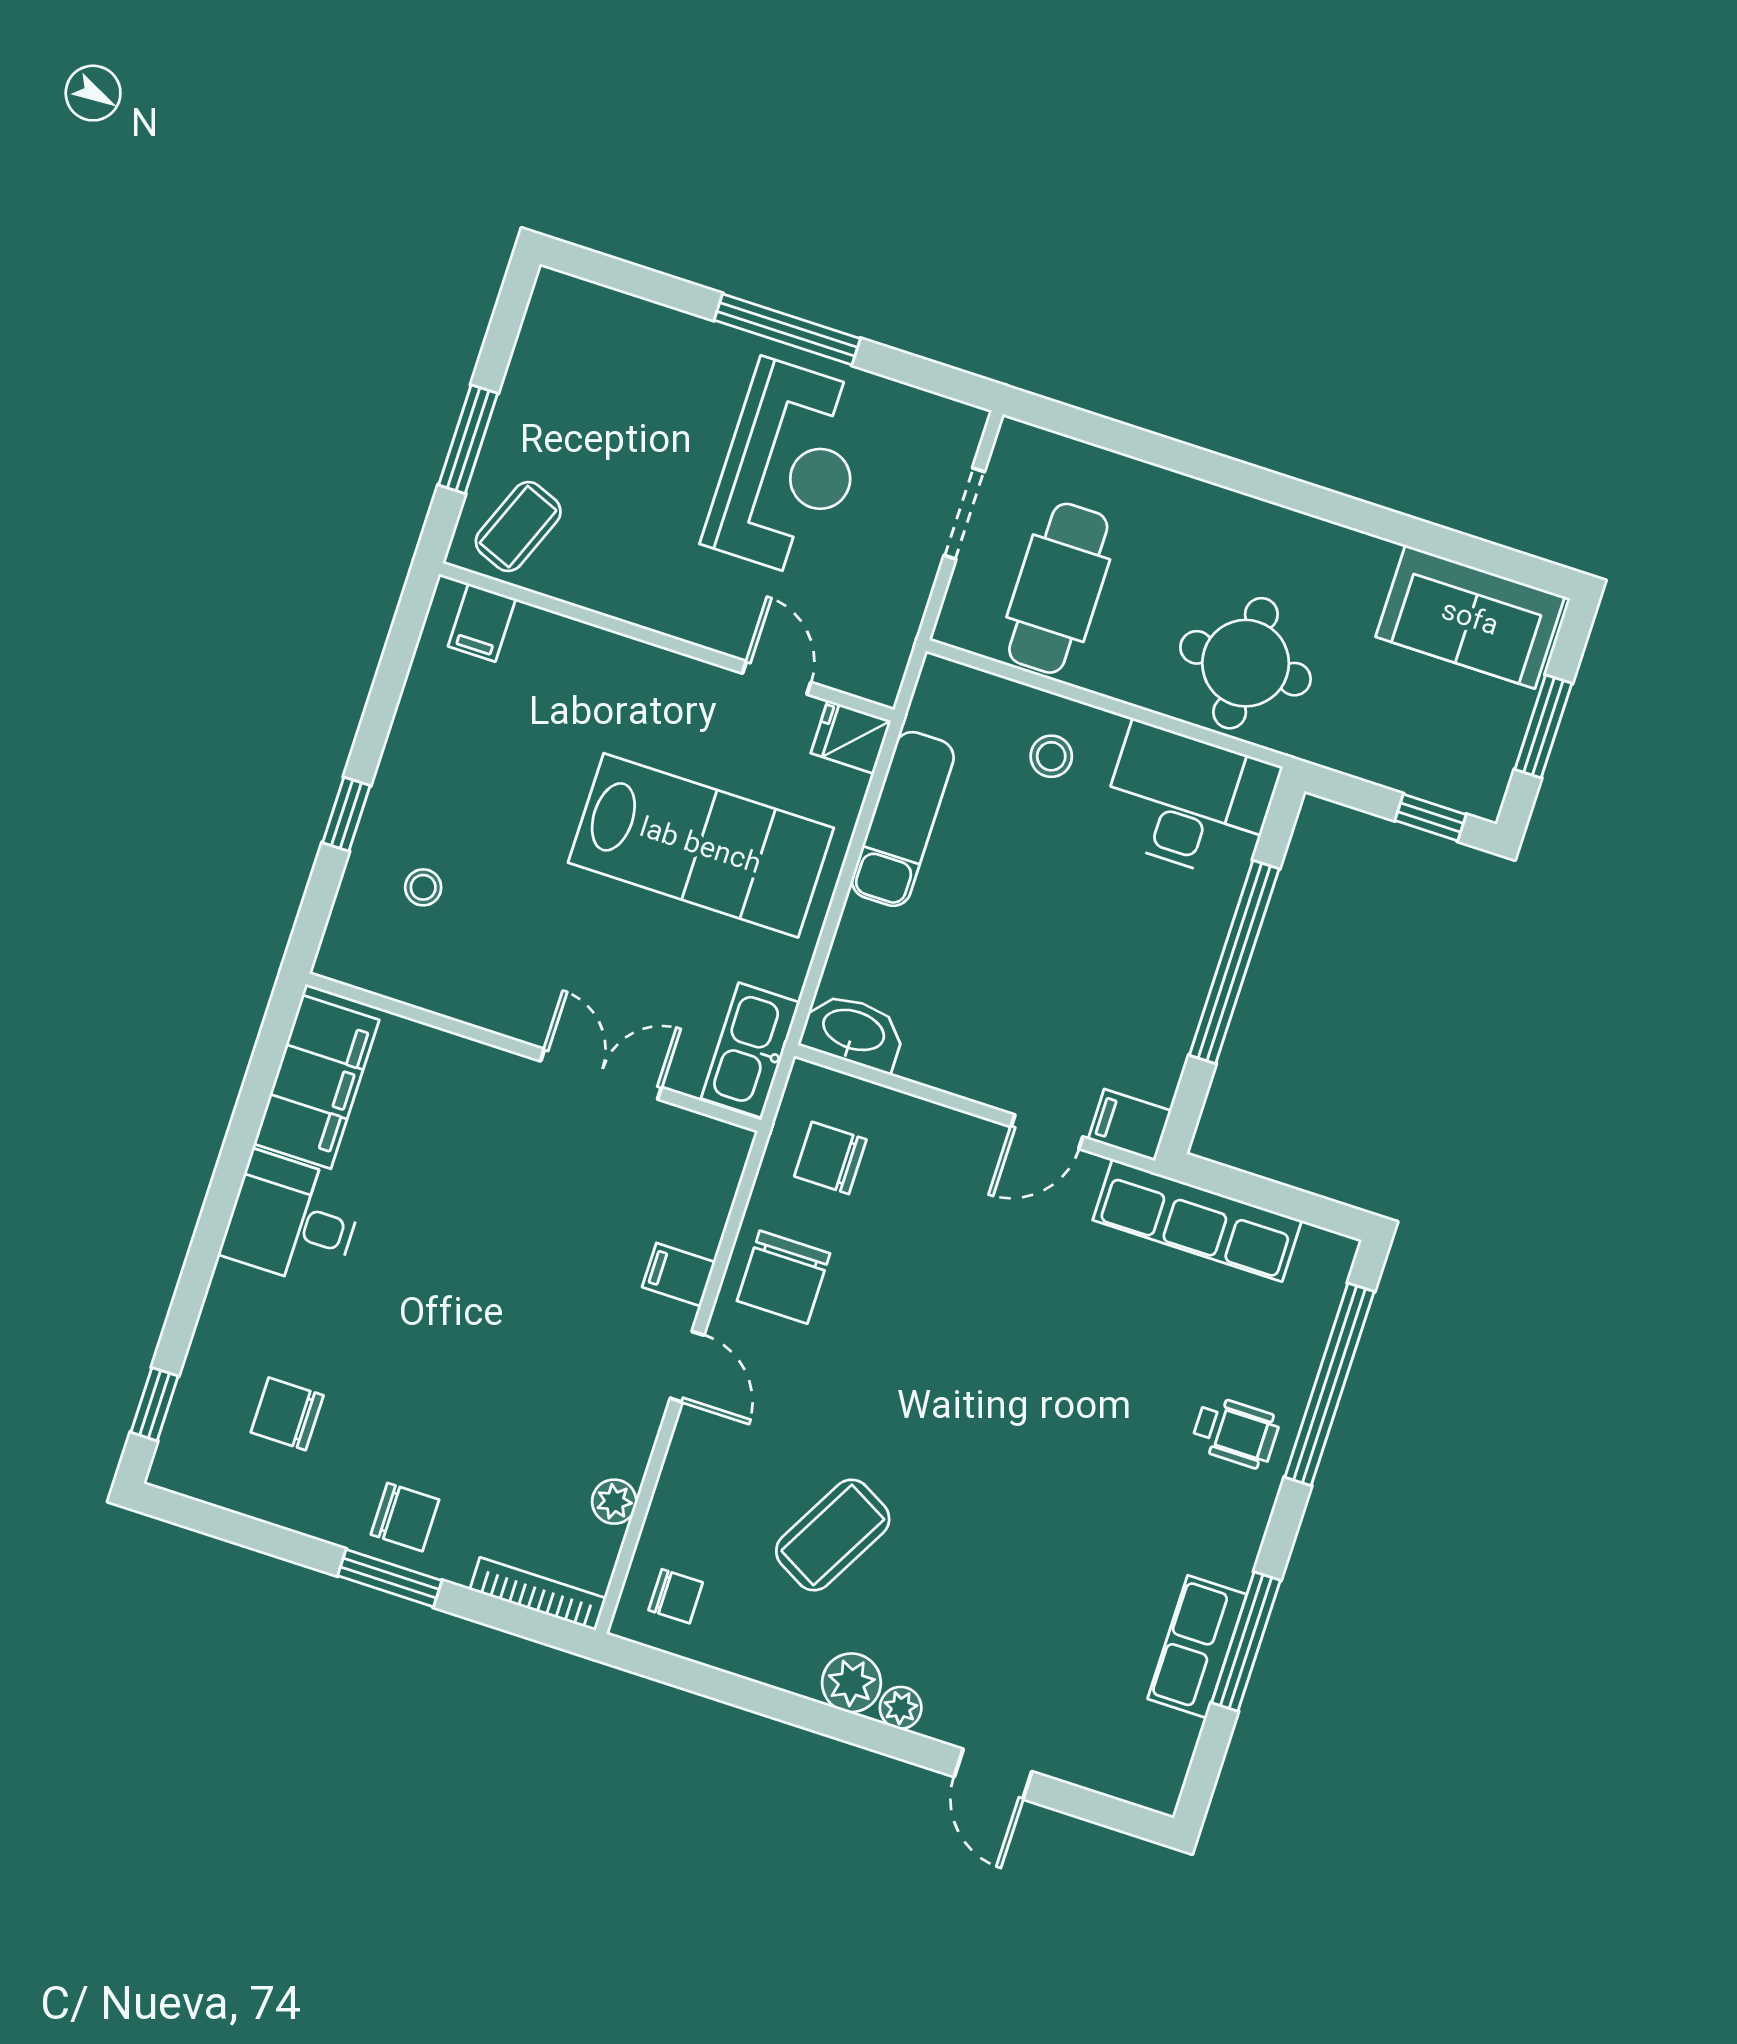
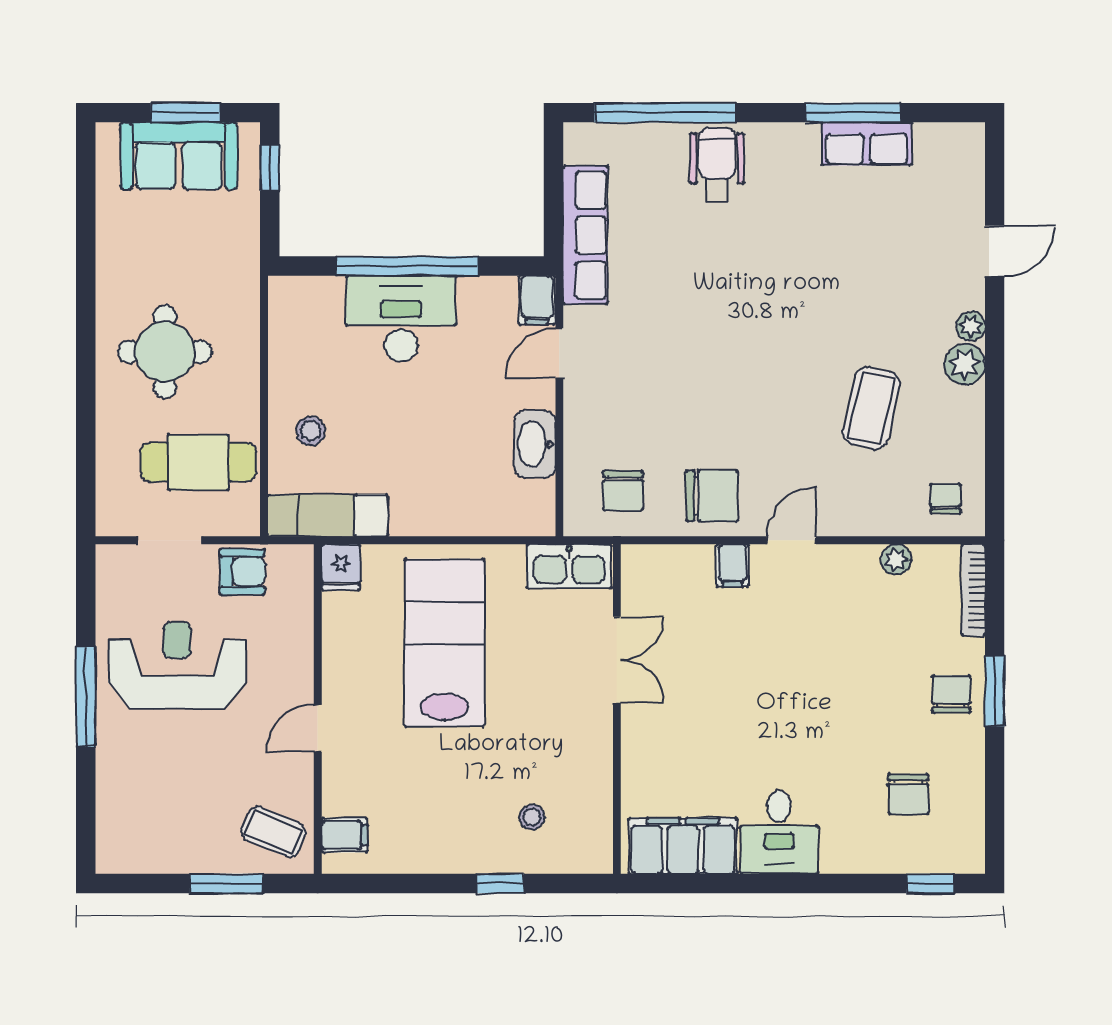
armchair: (889, 600) -> (242, 572), added
sofa: (1470, 617) -> (179, 156), moved, turned 90
round table: (1246, 663) -> (165, 352), moved
door: (777, 678) -> (318, 728), moved
desk: (1189, 801) -> (401, 319), moved, turned 90
exam couch: (903, 819) -> (328, 515), moved
washbasin: (853, 1032) -> (535, 444), moved
double door: (601, 1074) -> (617, 660), swing flipped
door: (1047, 1132) -> (559, 353), swing flipped
wheelchair: (1236, 1432) -> (717, 164), width x1.36, depth x1.37
coffee table: (833, 1535) -> (871, 408), turned 74

